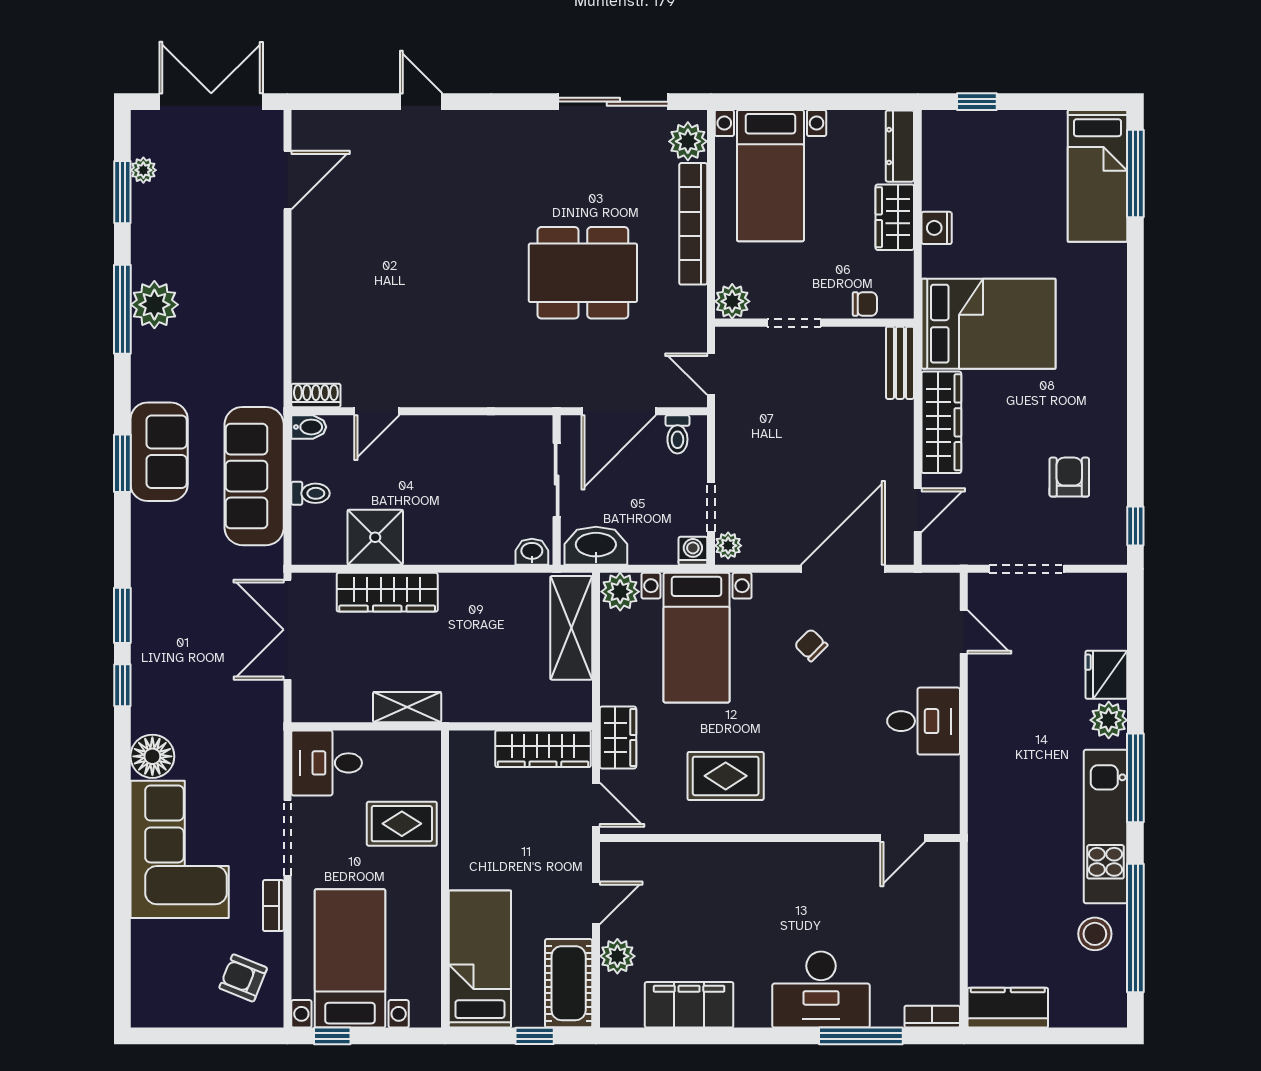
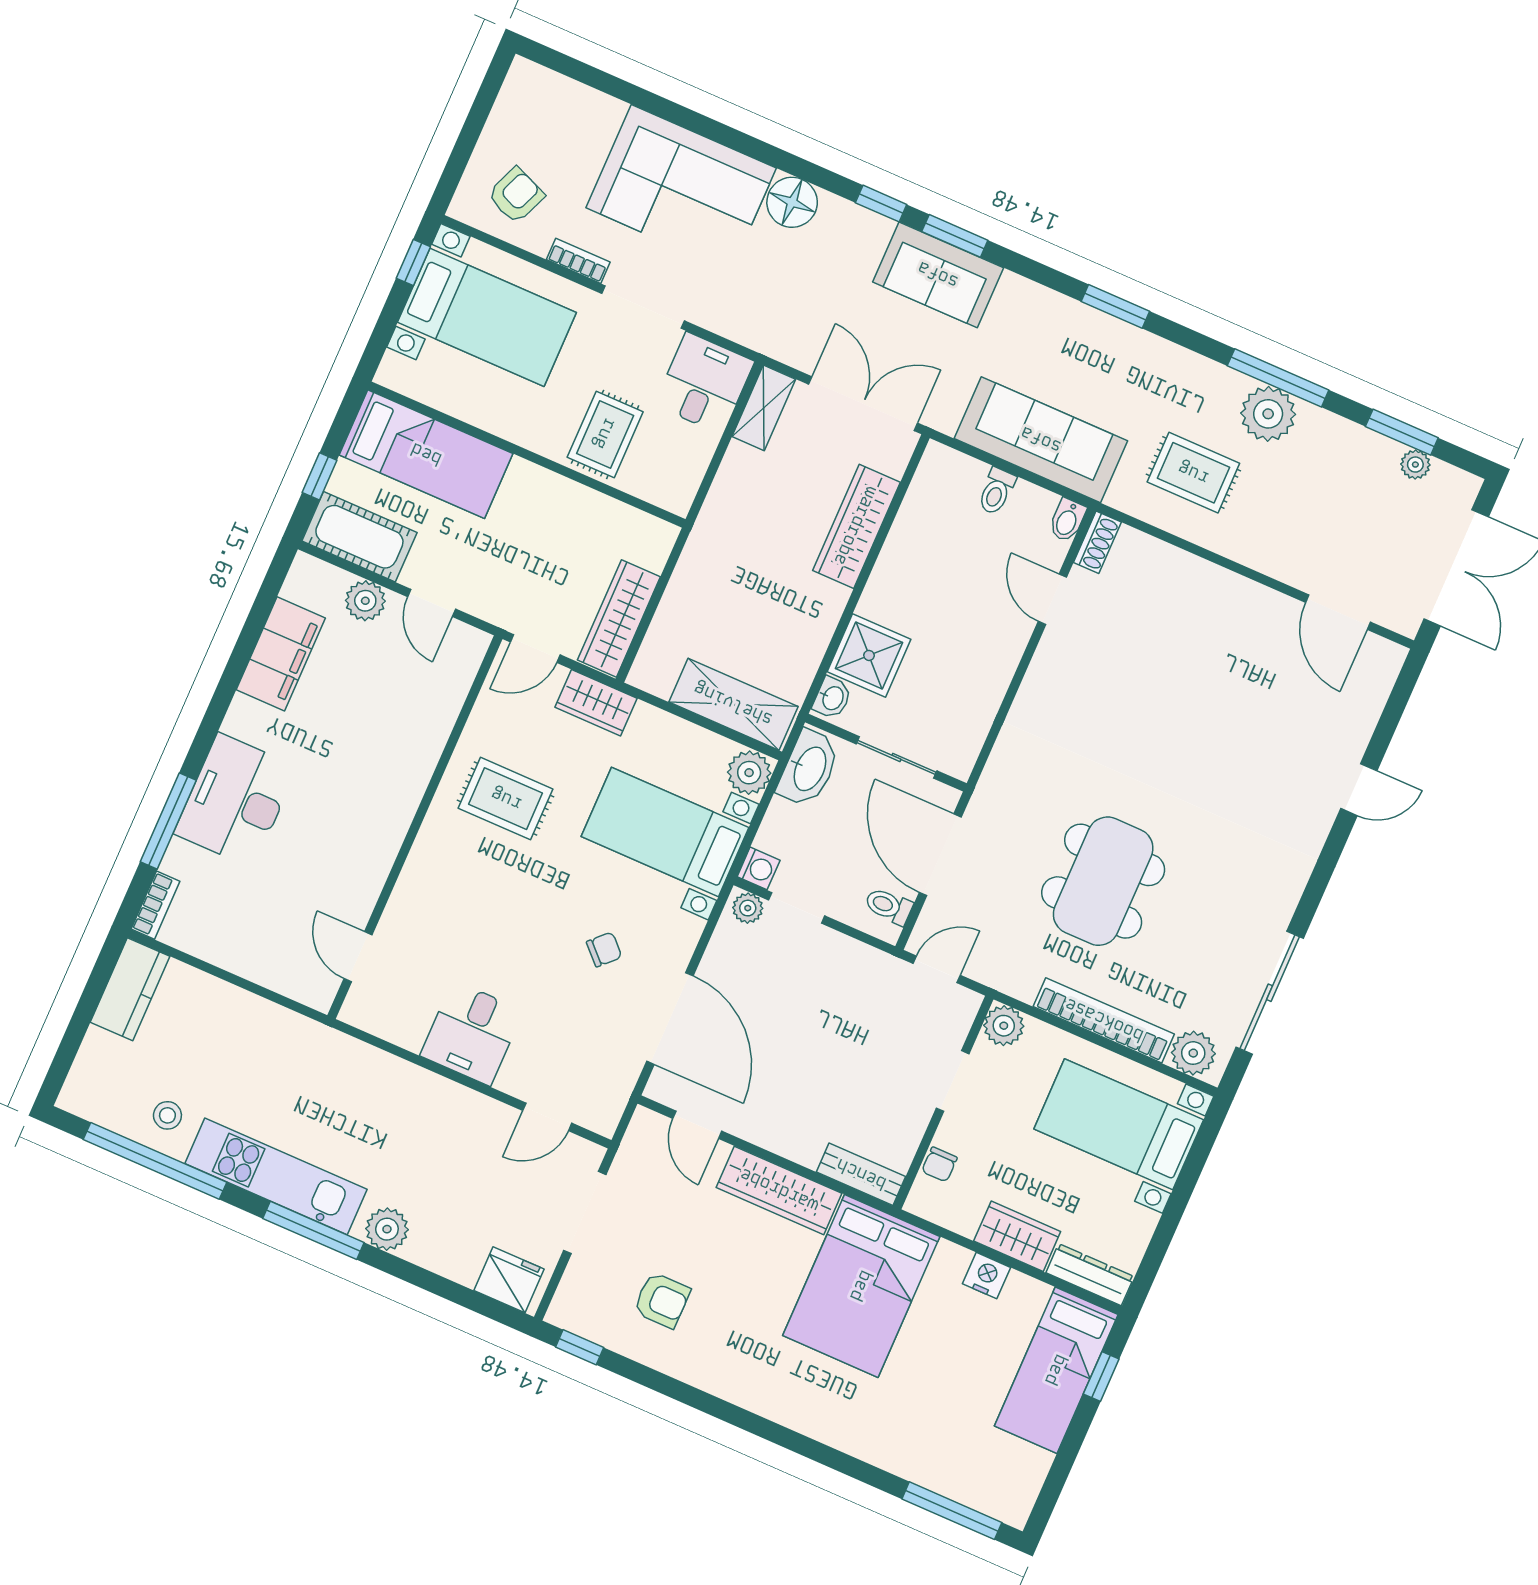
bed: (1097, 176) -> (1056, 1370), moved, turned -90
rug: (227, 343) -> (1193, 473), added
sofa: (159, 452) -> (938, 275), moved
shower: (375, 537) -> (869, 655), moved
fridge: (1106, 675) -> (509, 1280), moved
shelving: (407, 707) -> (764, 408), moved
rug: (726, 776) -> (506, 799), turned 90
stool: (1095, 934) -> (167, 1115), width x0.73, depth x0.73

